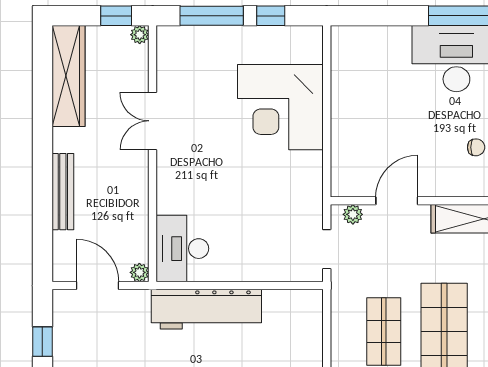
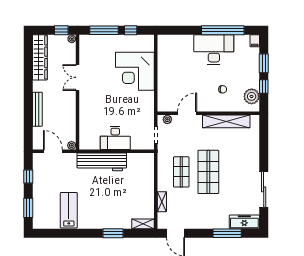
desk: (182, 249) -> (115, 138), moved, turned -90

